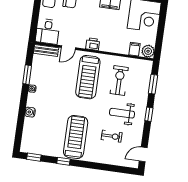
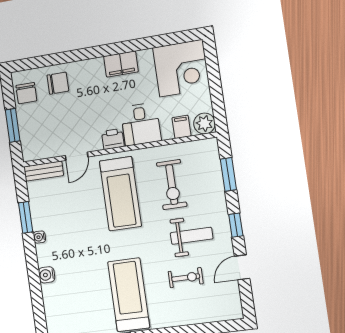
window: (35, 18) -> (13, 125), added
desk: (48, 31) -> (141, 124), moved
exercise bike: (119, 81) -> (172, 185), turned 180
weight bench: (122, 113) -> (192, 236), turned 180
door: (143, 154) -> (242, 267), moved

